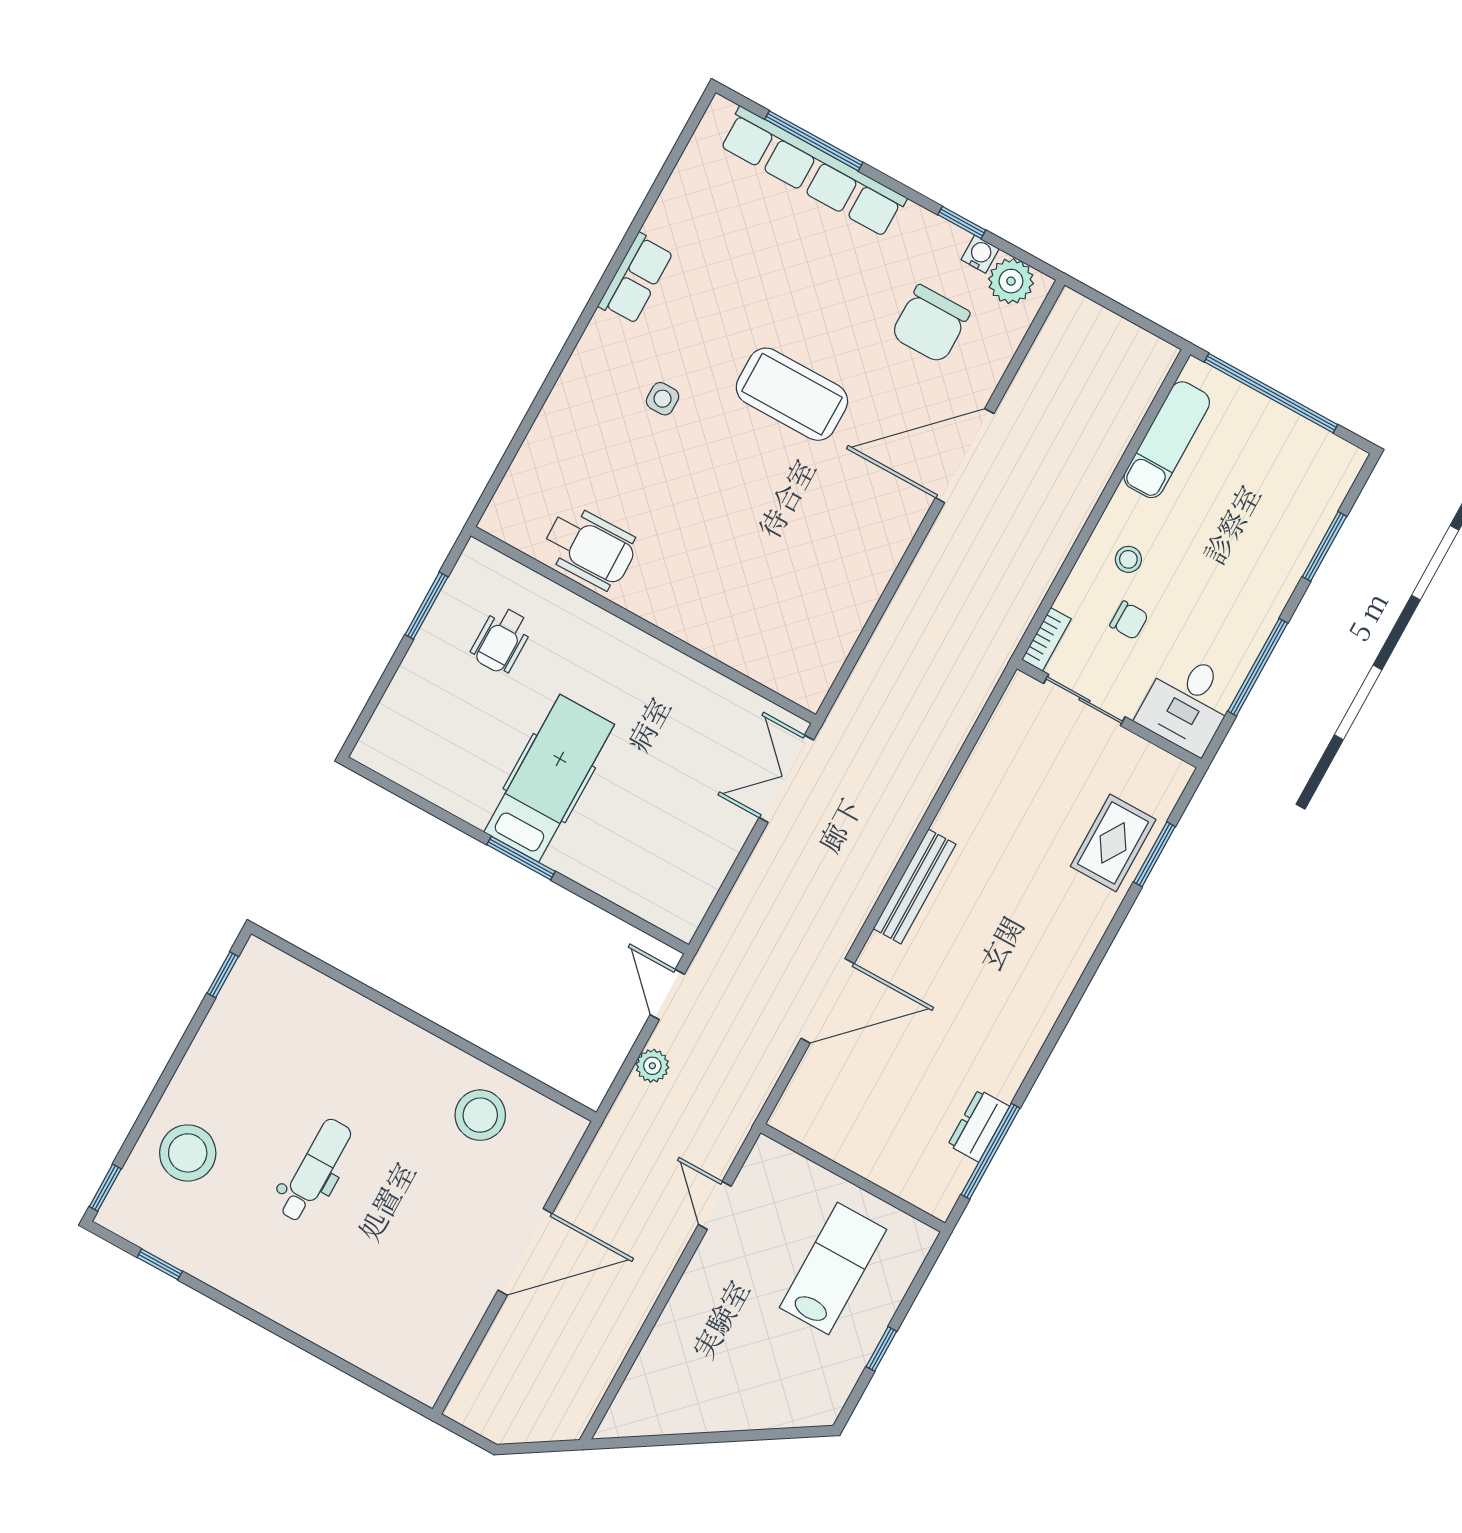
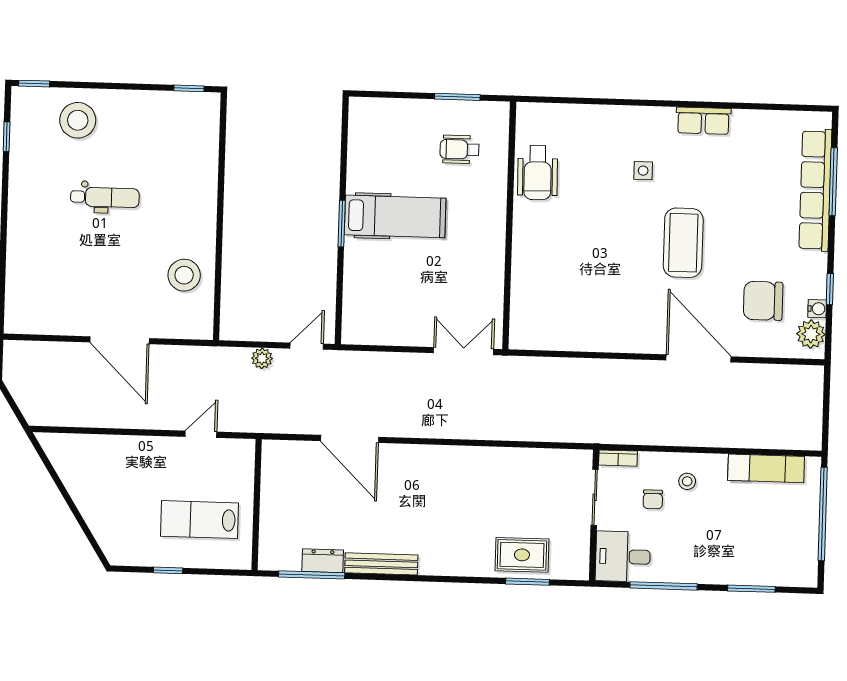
bench: (915, 886) -> (381, 564), moved
lab bench: (833, 1268) -> (199, 520), turned 180

